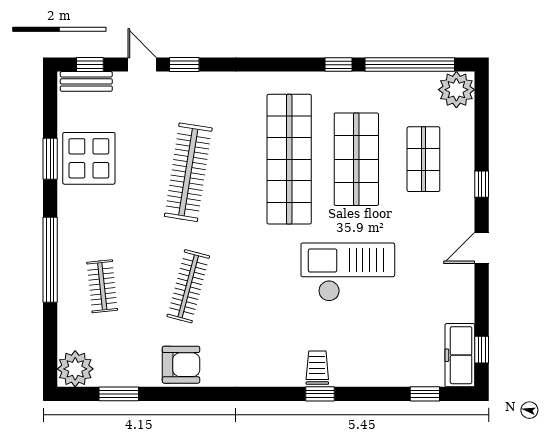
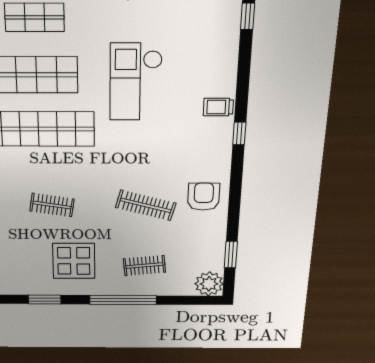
display table: (89, 158) -> (74, 261), moved
clothes rail: (188, 172) -> (52, 205), width x0.54, depth x0.76
armchair: (181, 365) -> (204, 197), moved
window: (320, 394) -> (239, 134), moved

